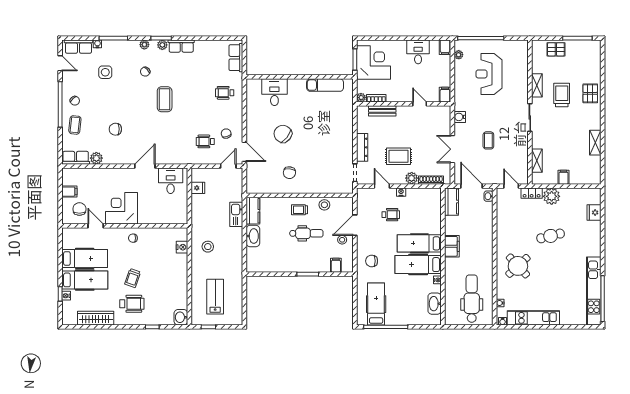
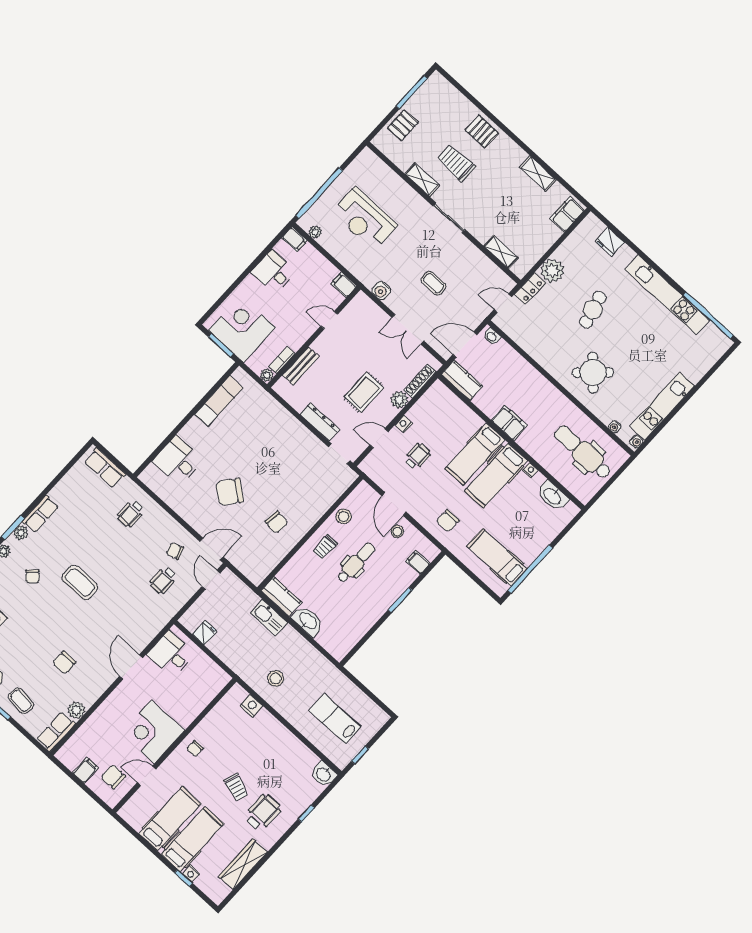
filing cabinet: (564, 177) -> (567, 214), moved, width x2.00
kitchen unit: (594, 291) -> (667, 295), moved

